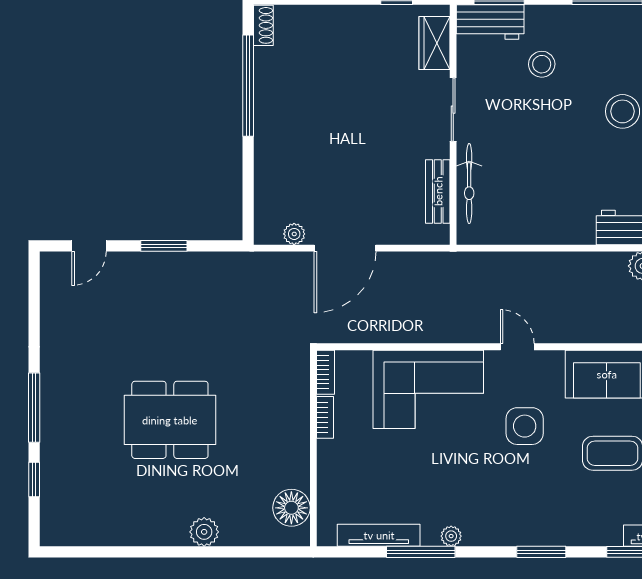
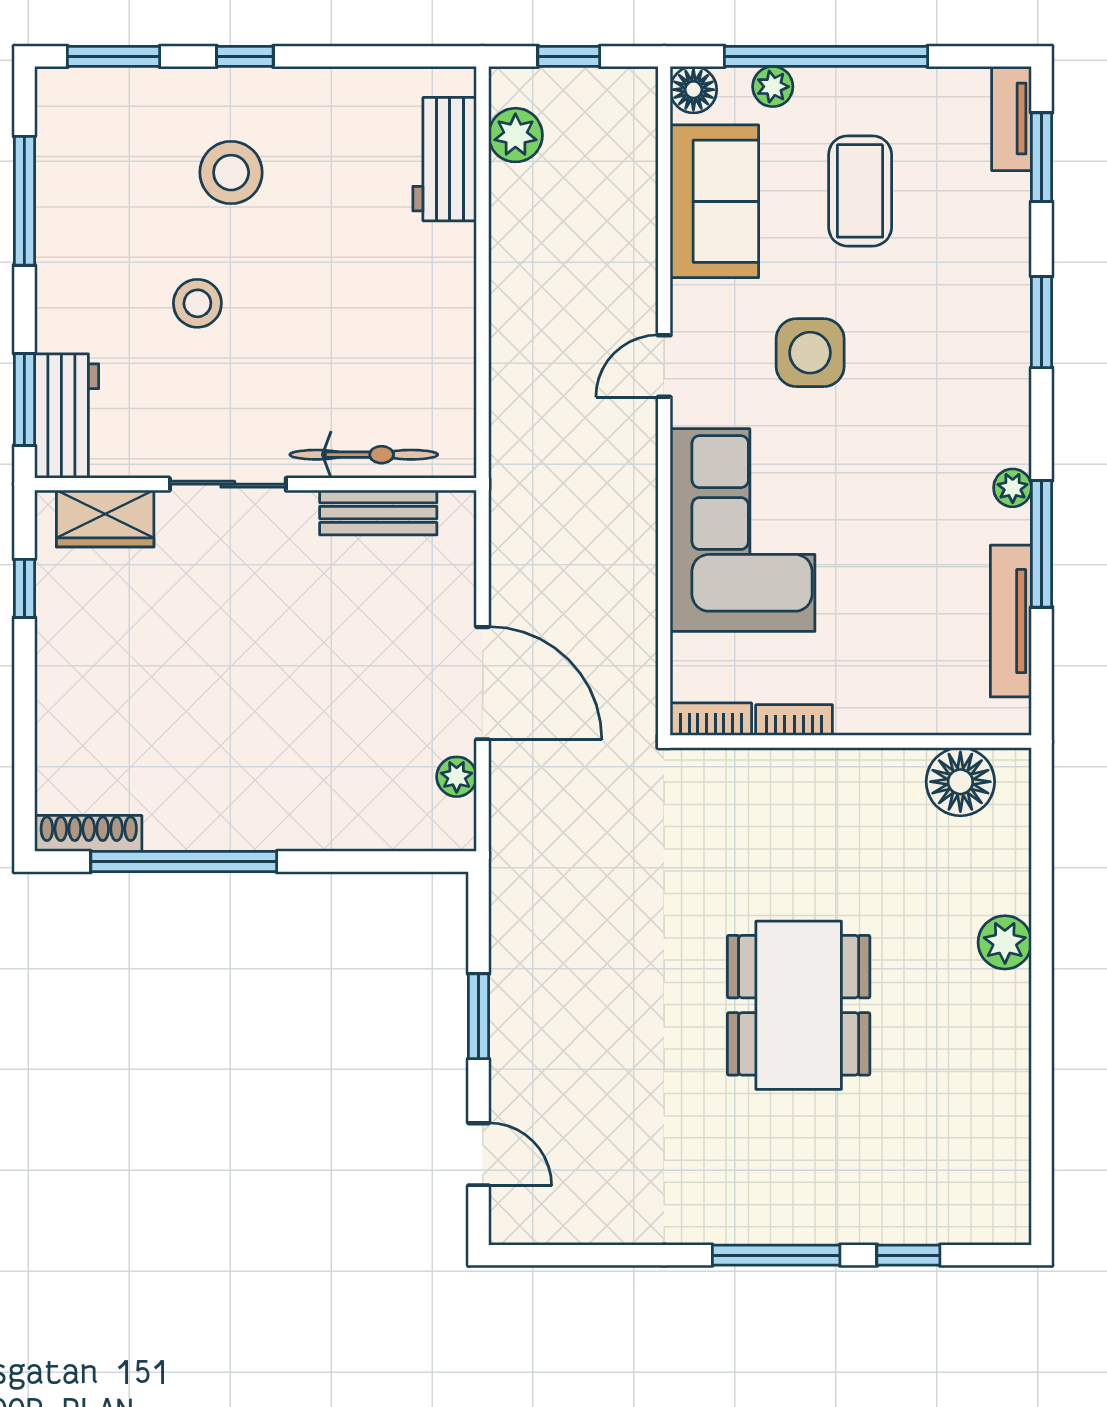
shoe rack: (263, 25) -> (89, 833), width x1.43
stool: (542, 64) -> (197, 303), moved

